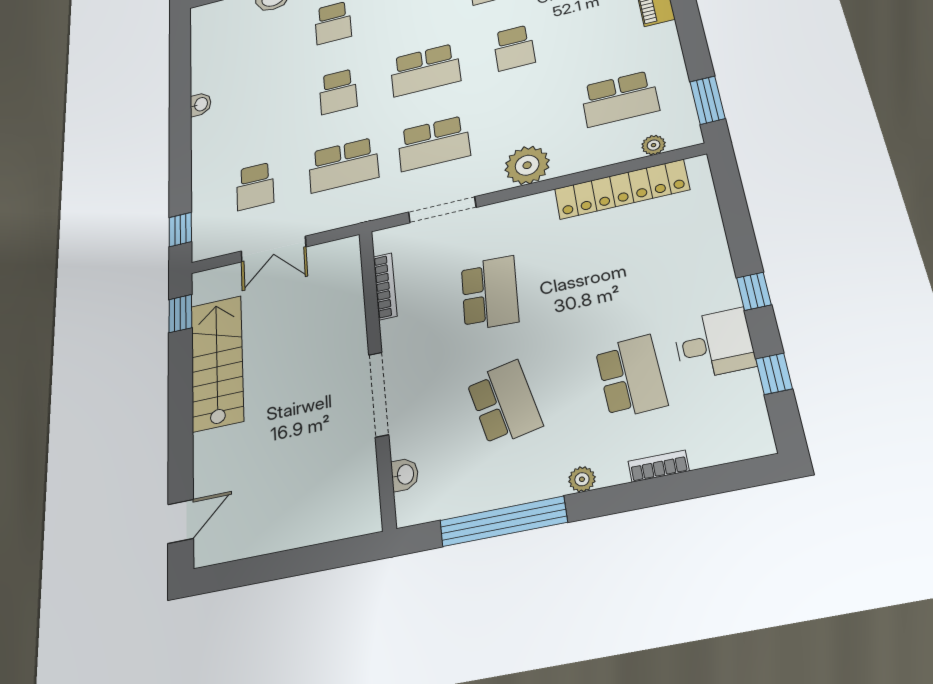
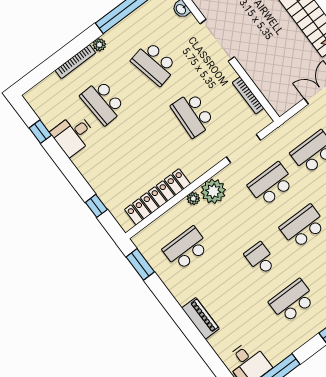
plant: (654, 145) -> (193, 199), moved
window: (754, 291) -> (96, 206), moved
bookcase: (659, 466) -> (75, 62), width x1.56

